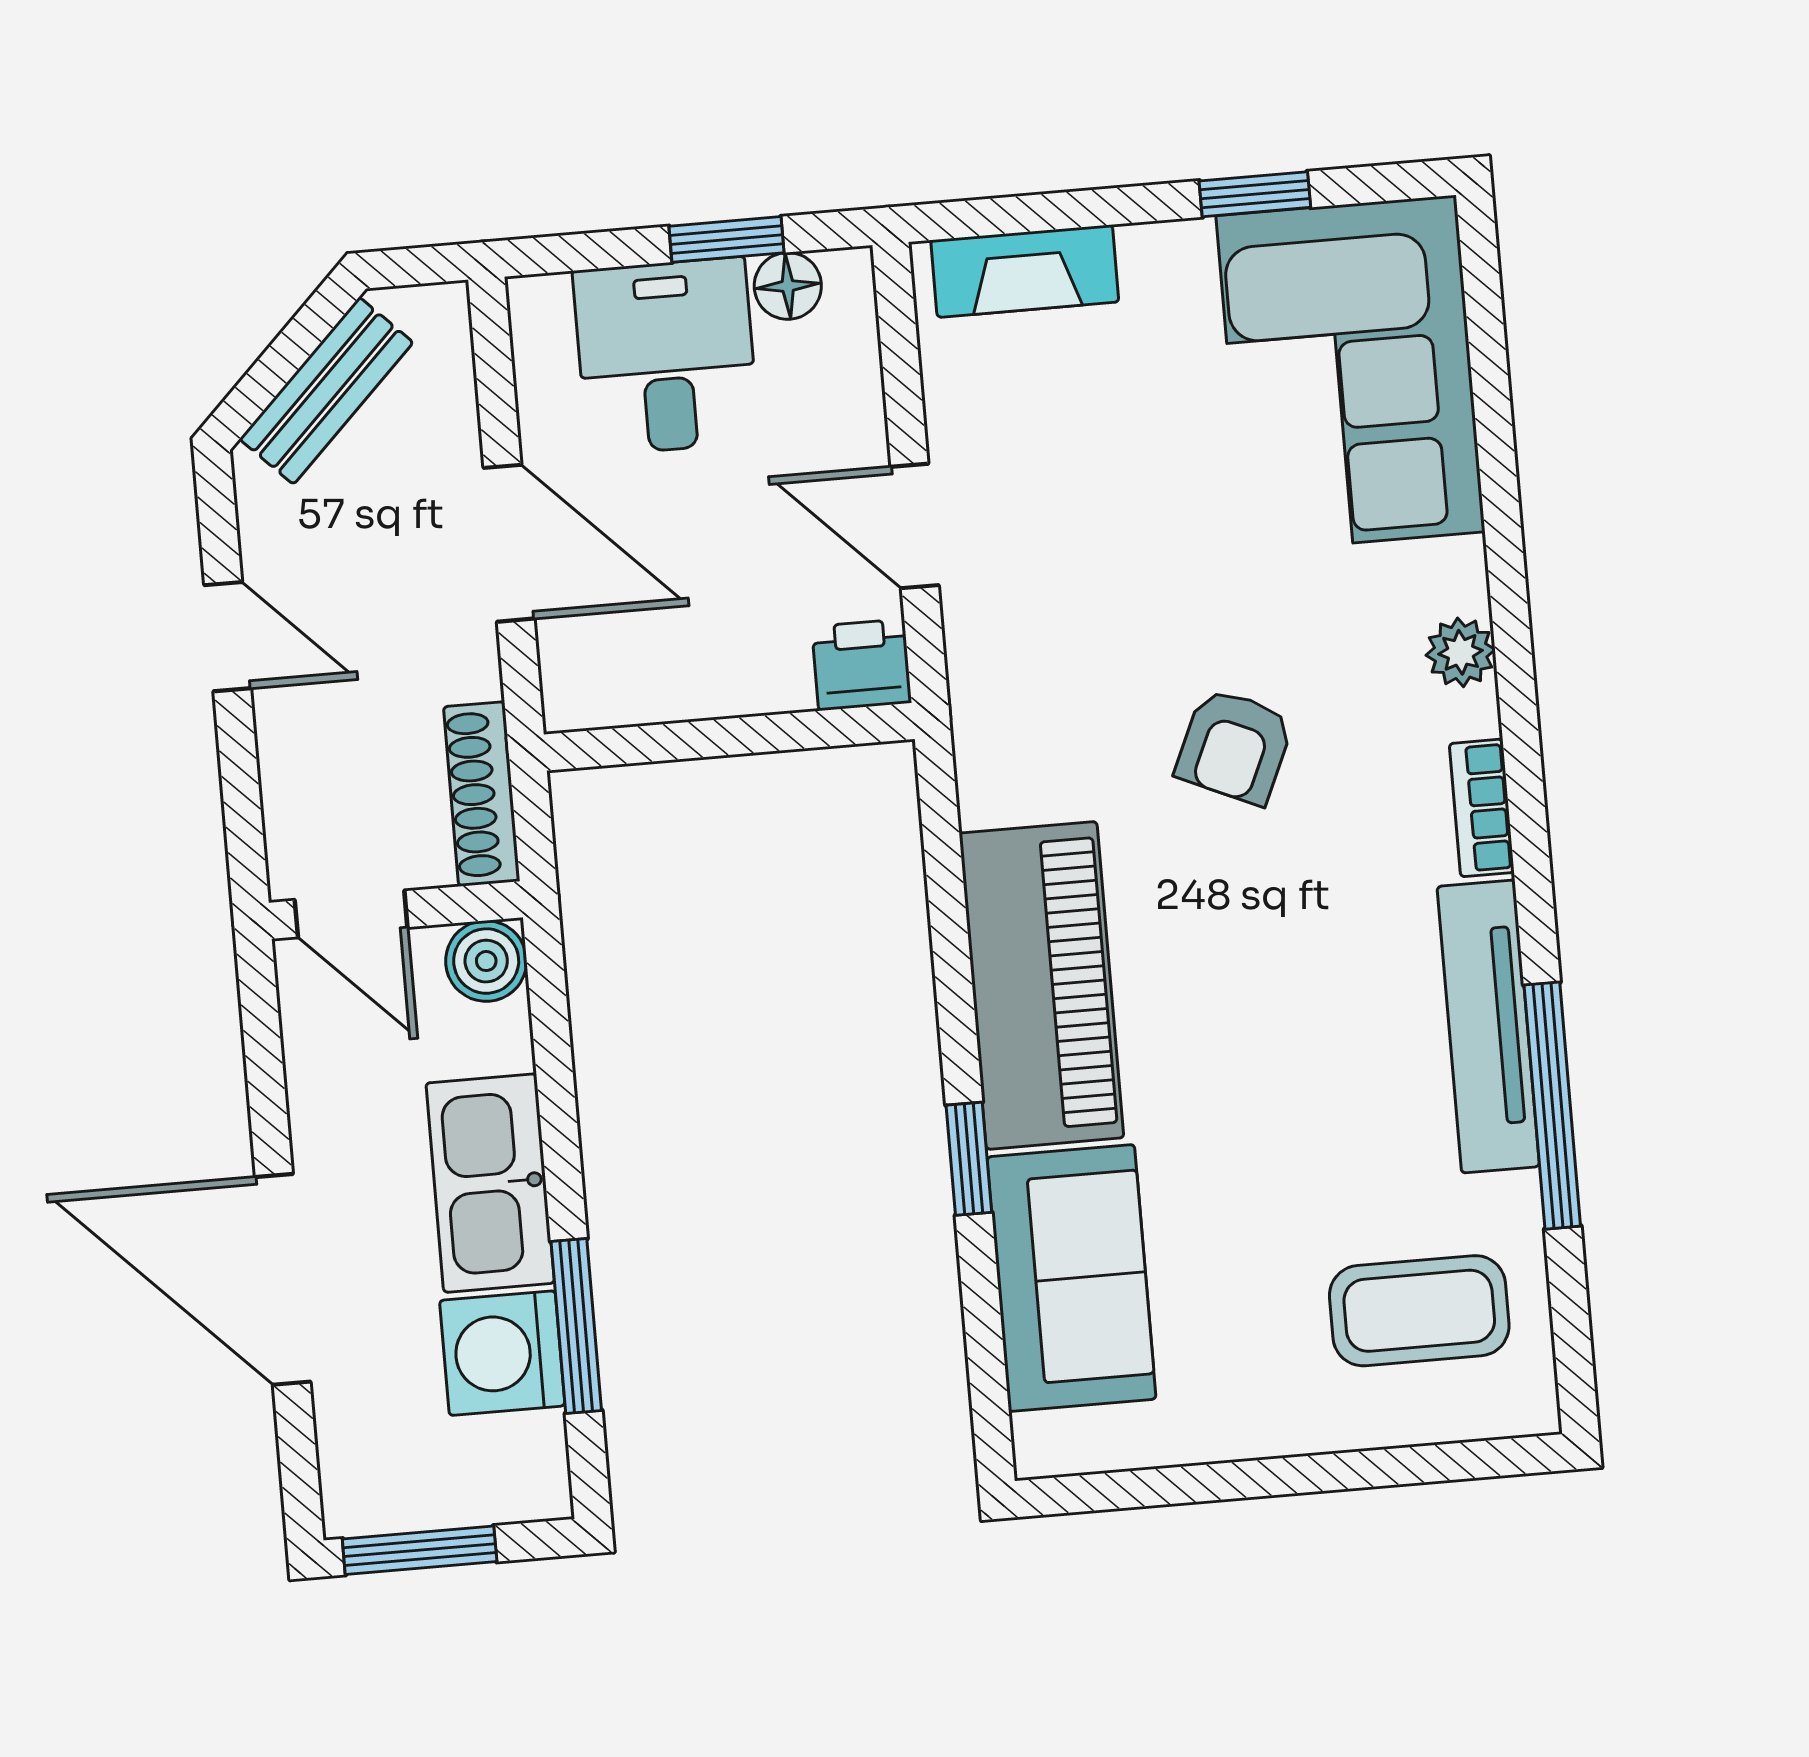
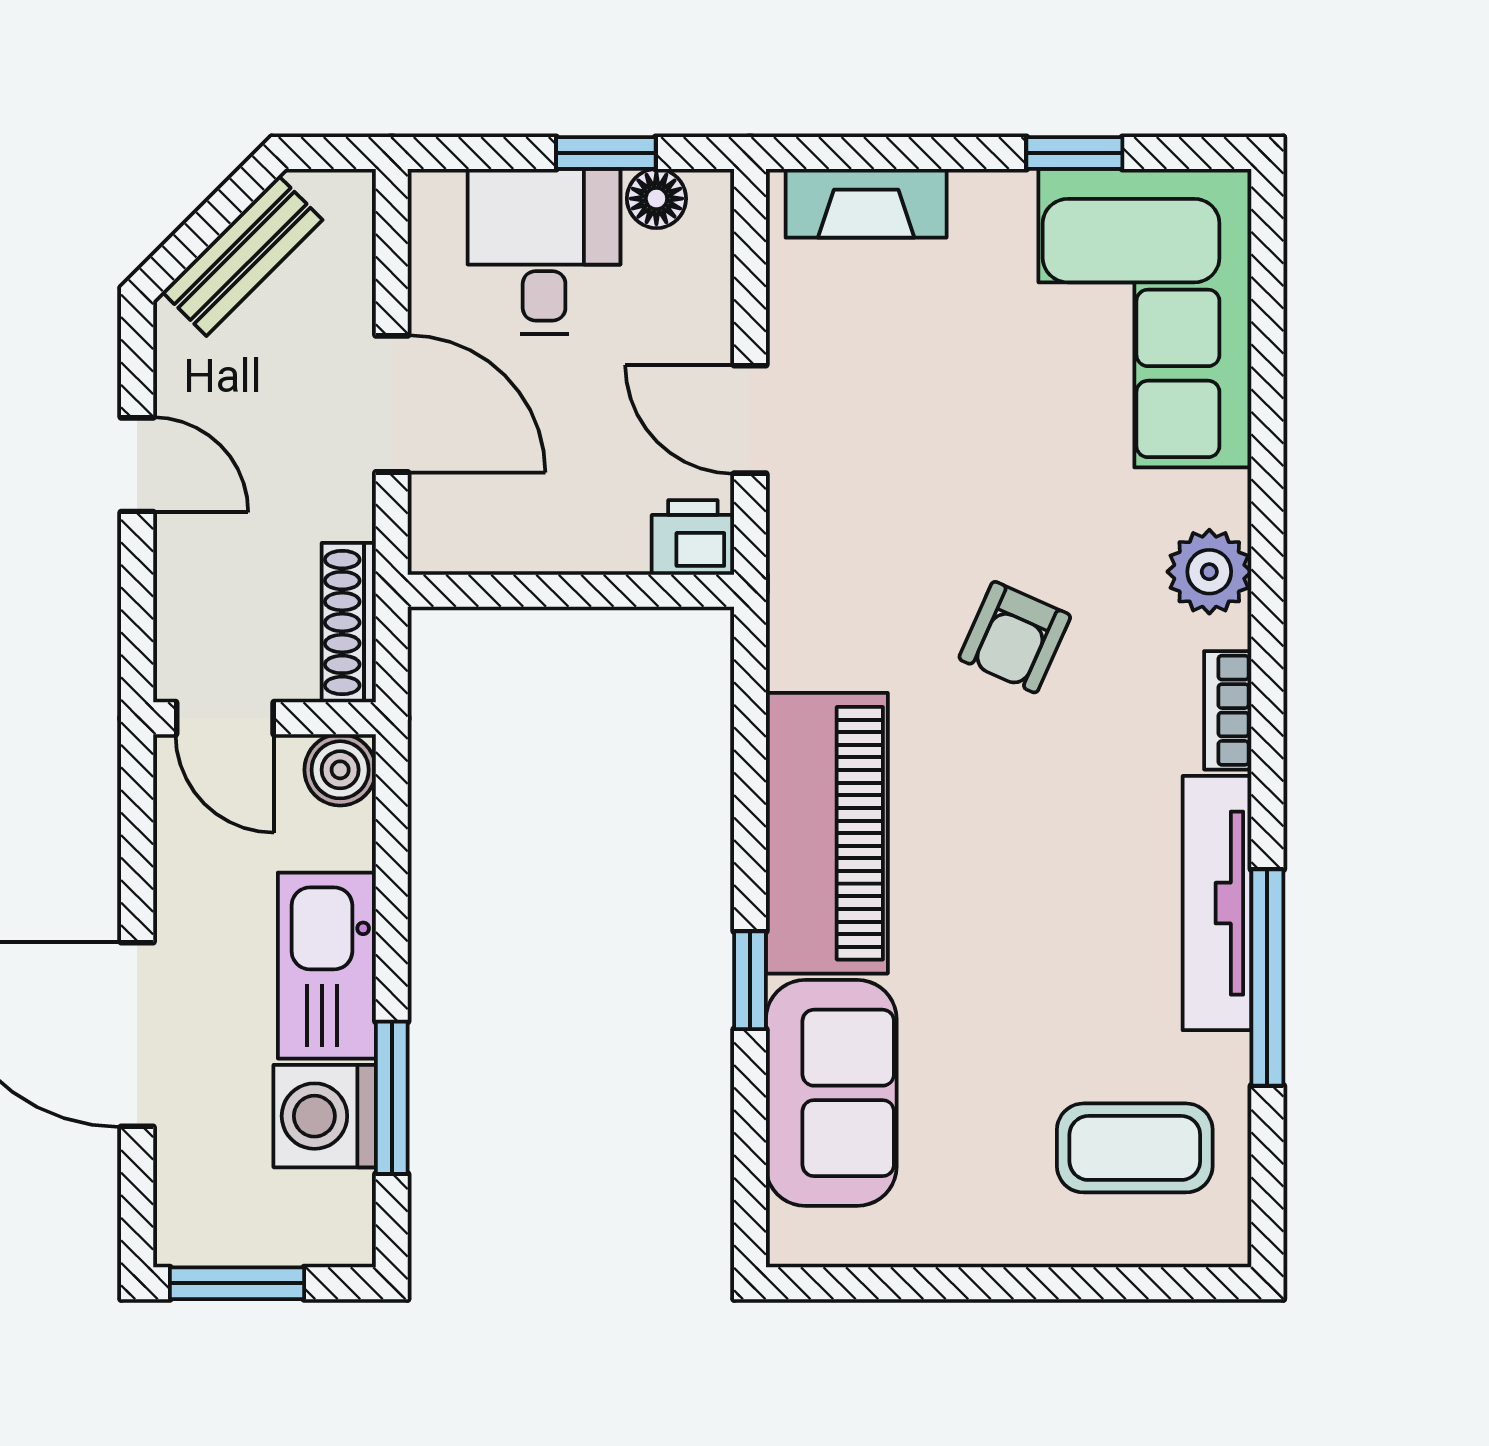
plant: (1461, 652) -> (1209, 572), width x1.38, depth x1.38

